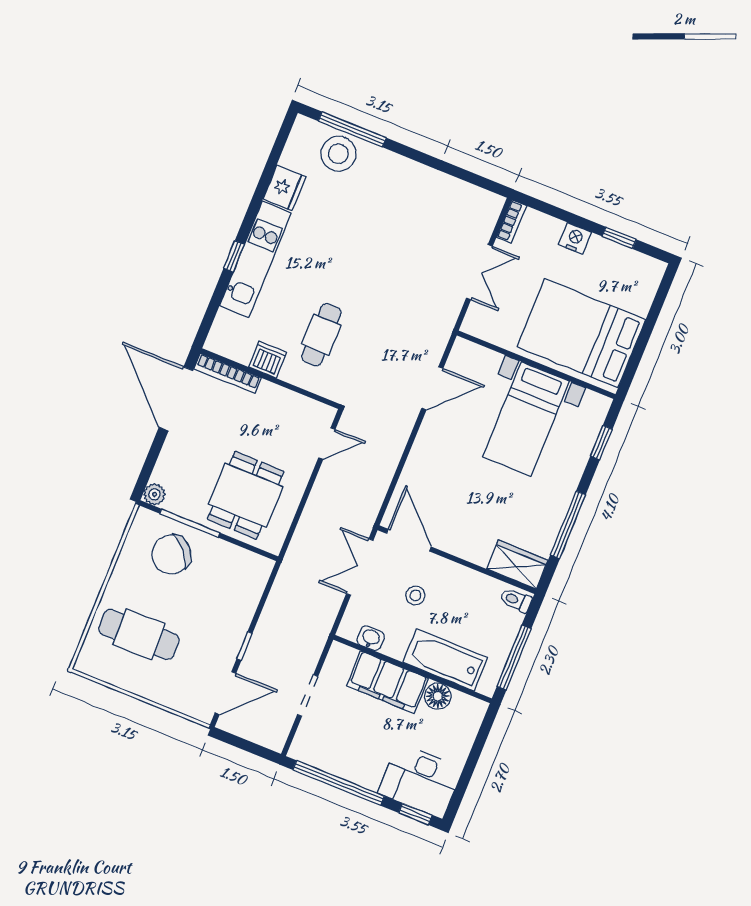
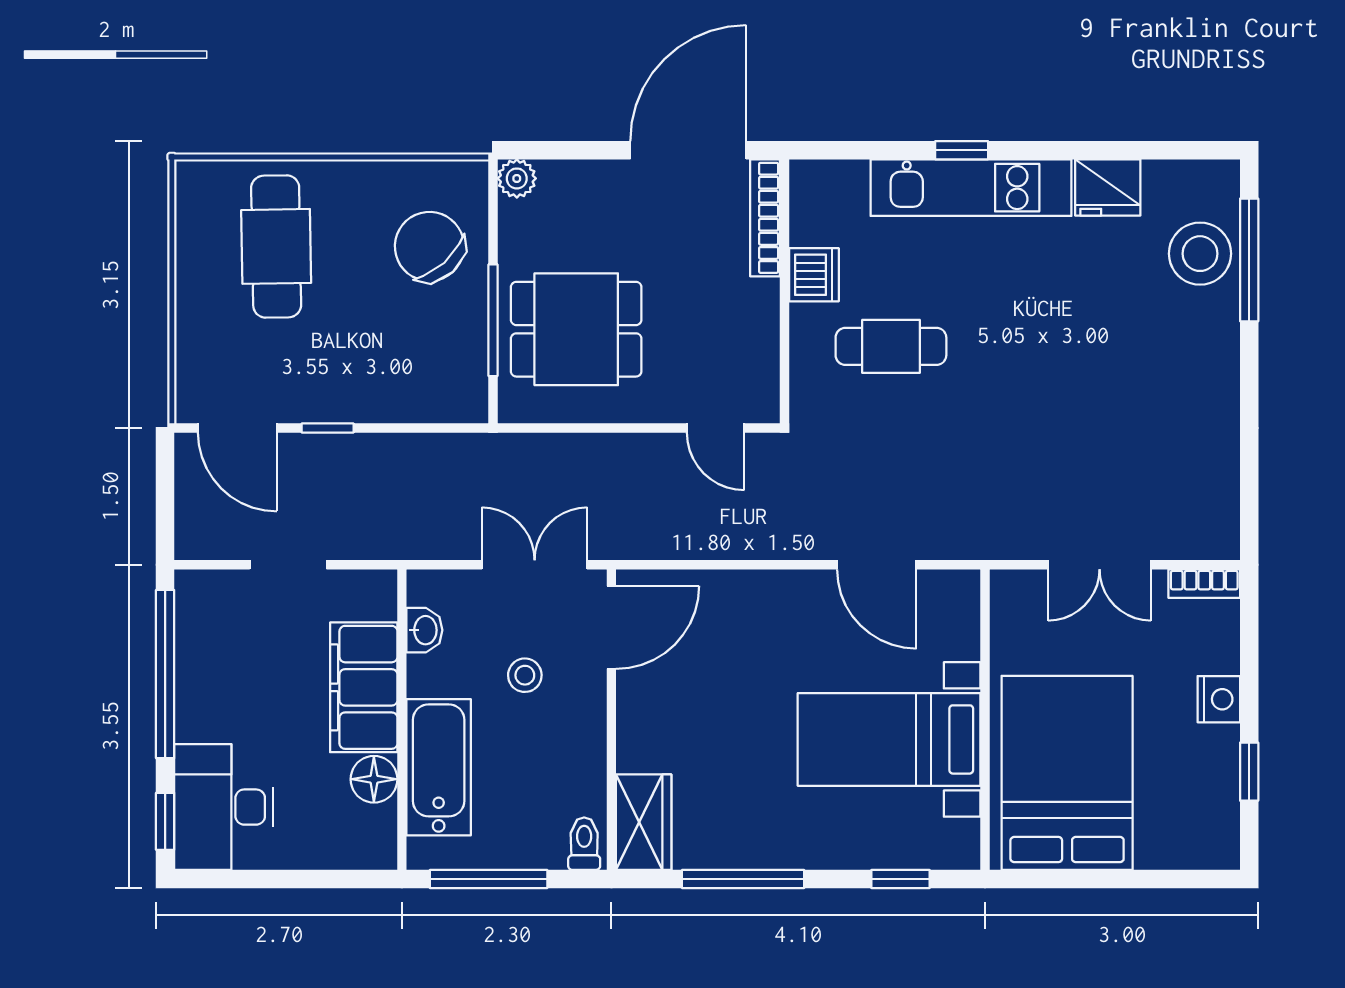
window: (190, 523) -> (493, 320), moved

